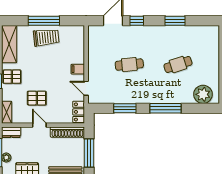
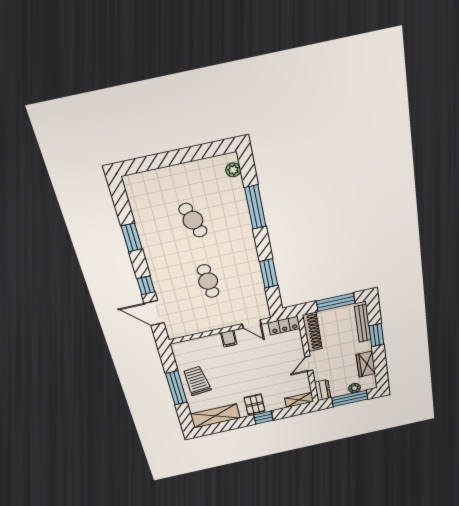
door: (86, 88) -> (252, 324), hinge flipped
plant: (203, 94) -> (233, 170), width x0.53, depth x0.53
pallet: (37, 98) -> (275, 374), removed
window: (165, 108) -> (255, 207), moved

